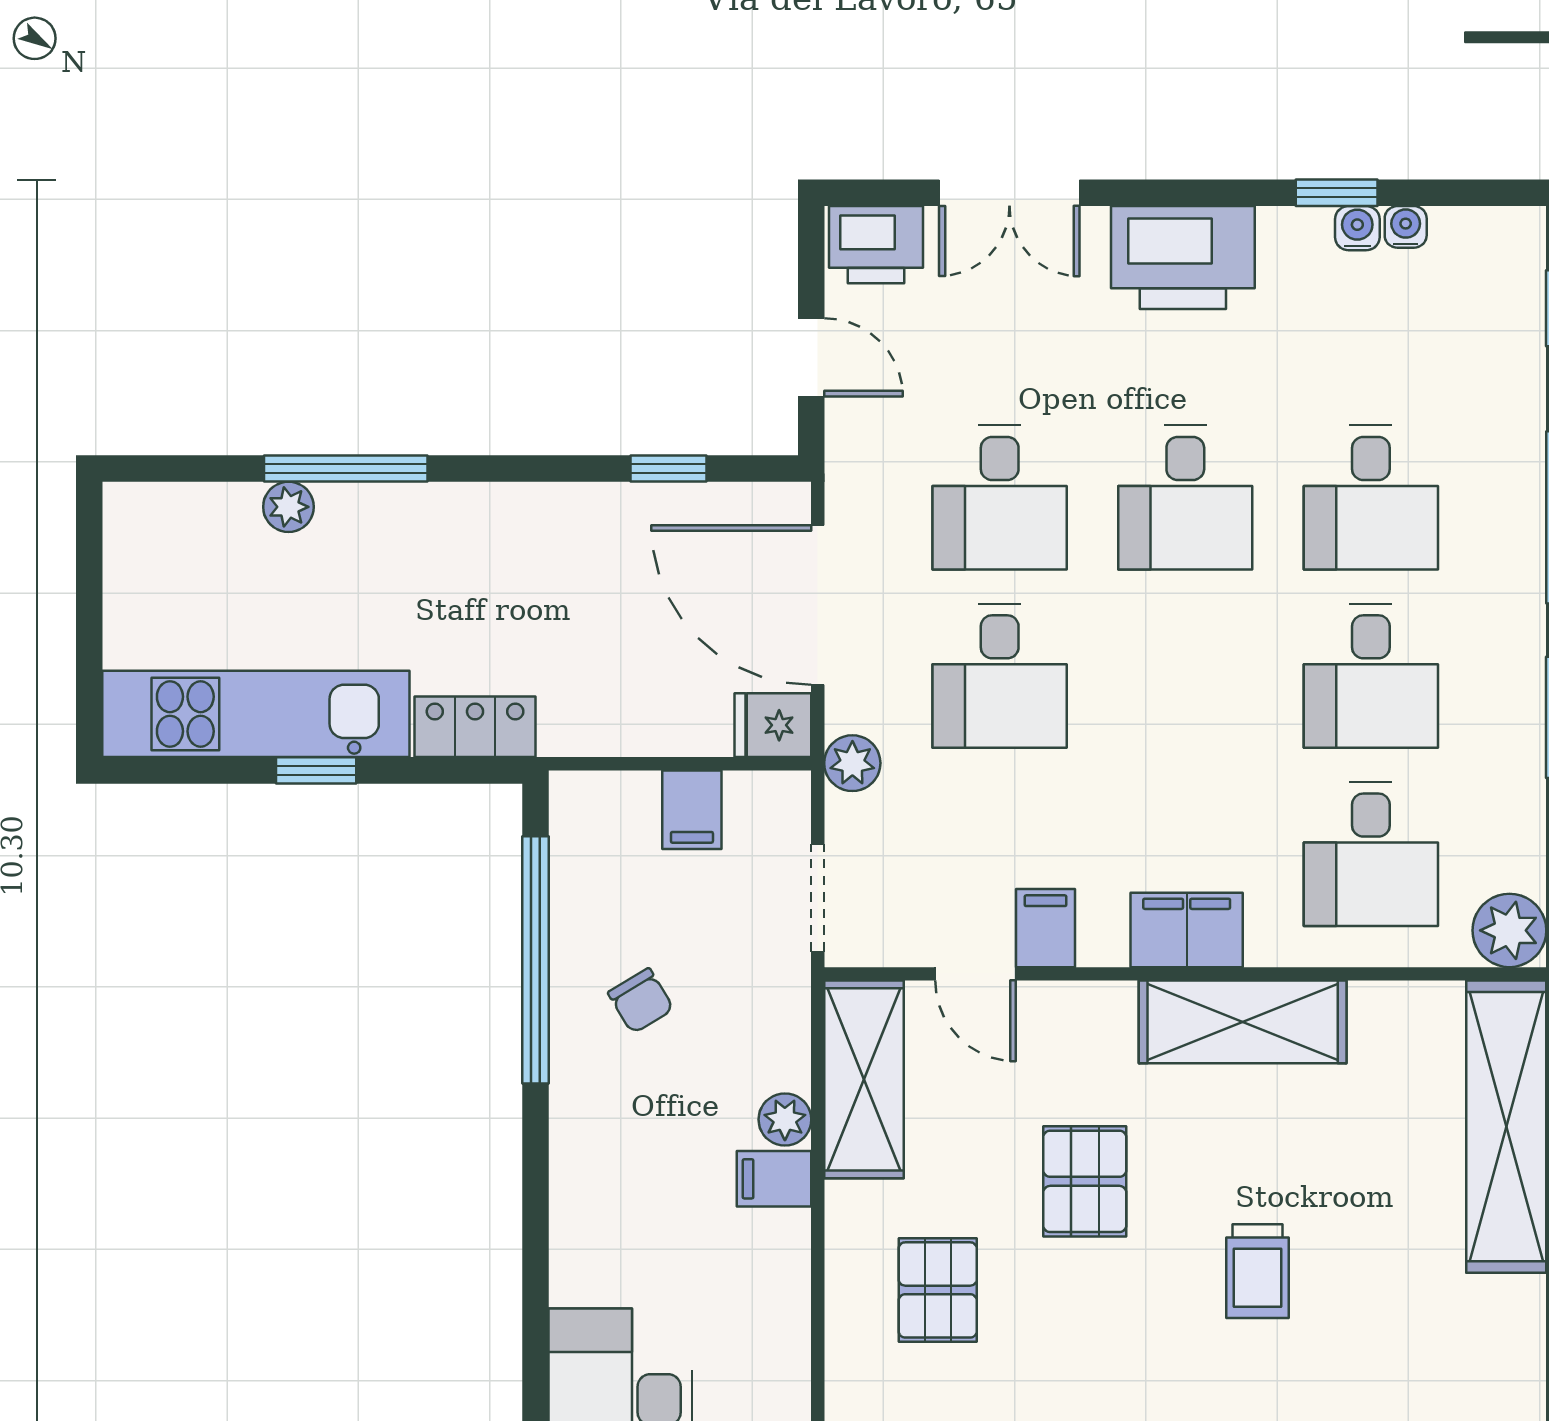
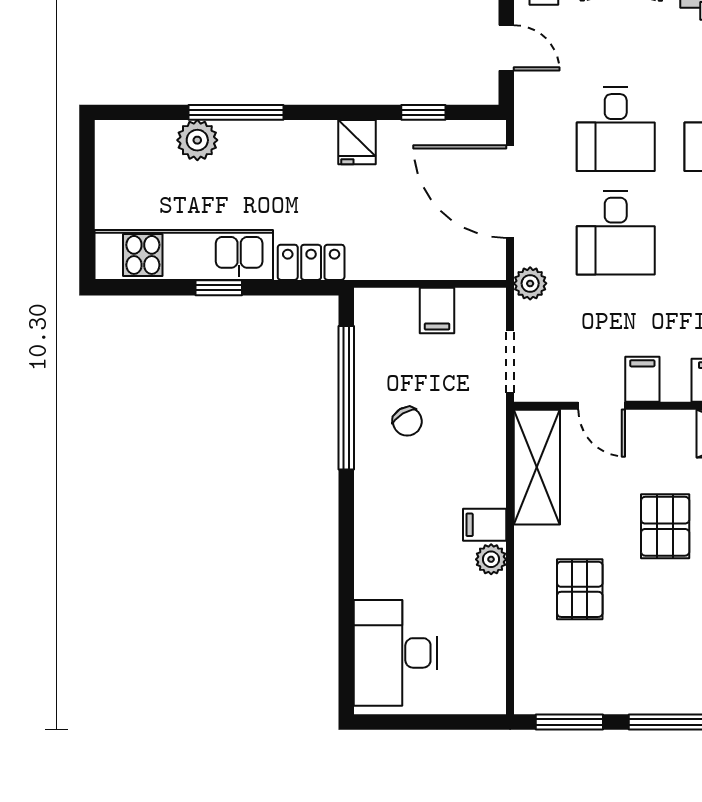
plant: (288, 507) -> (197, 140), width x1.38, depth x1.38
fridge: (773, 725) -> (357, 142), moved, turned -90
plant: (785, 1119) -> (491, 559), moved

